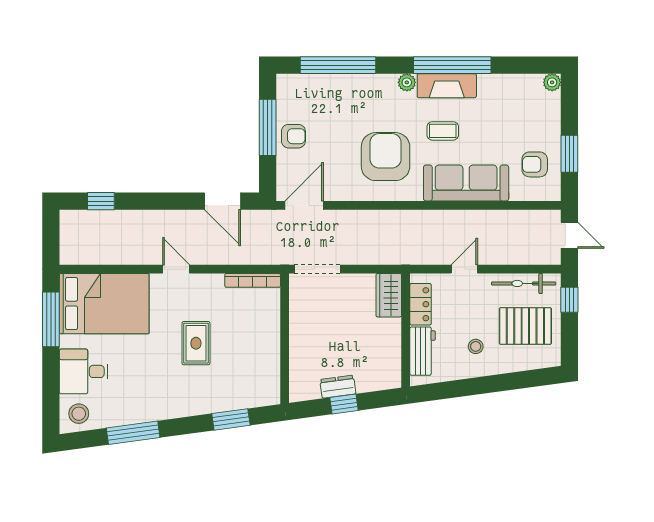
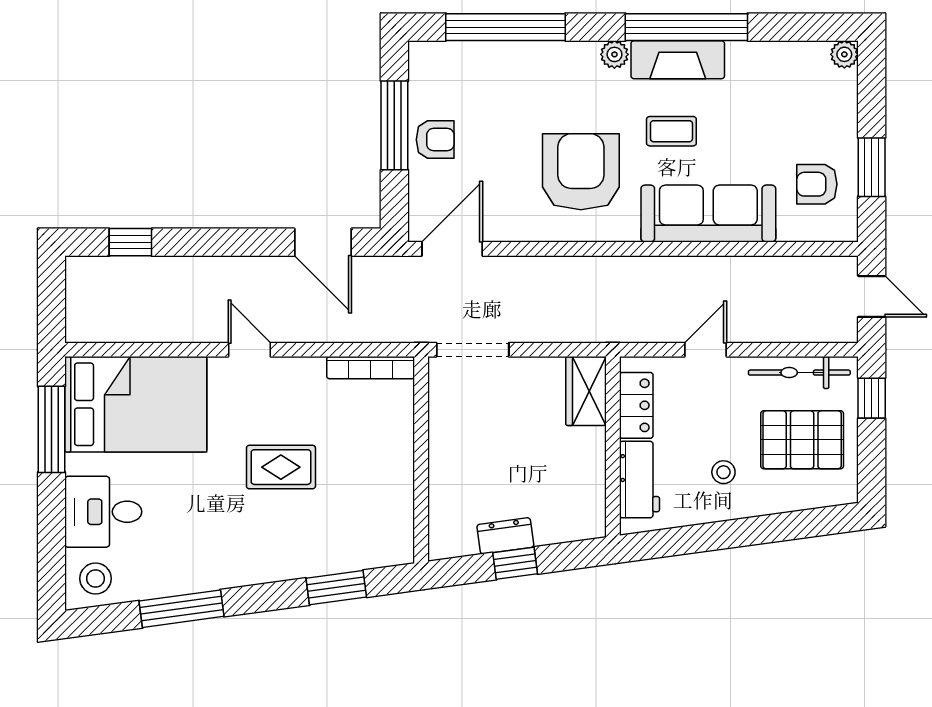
rug: (196, 343) -> (281, 467), turned 90

